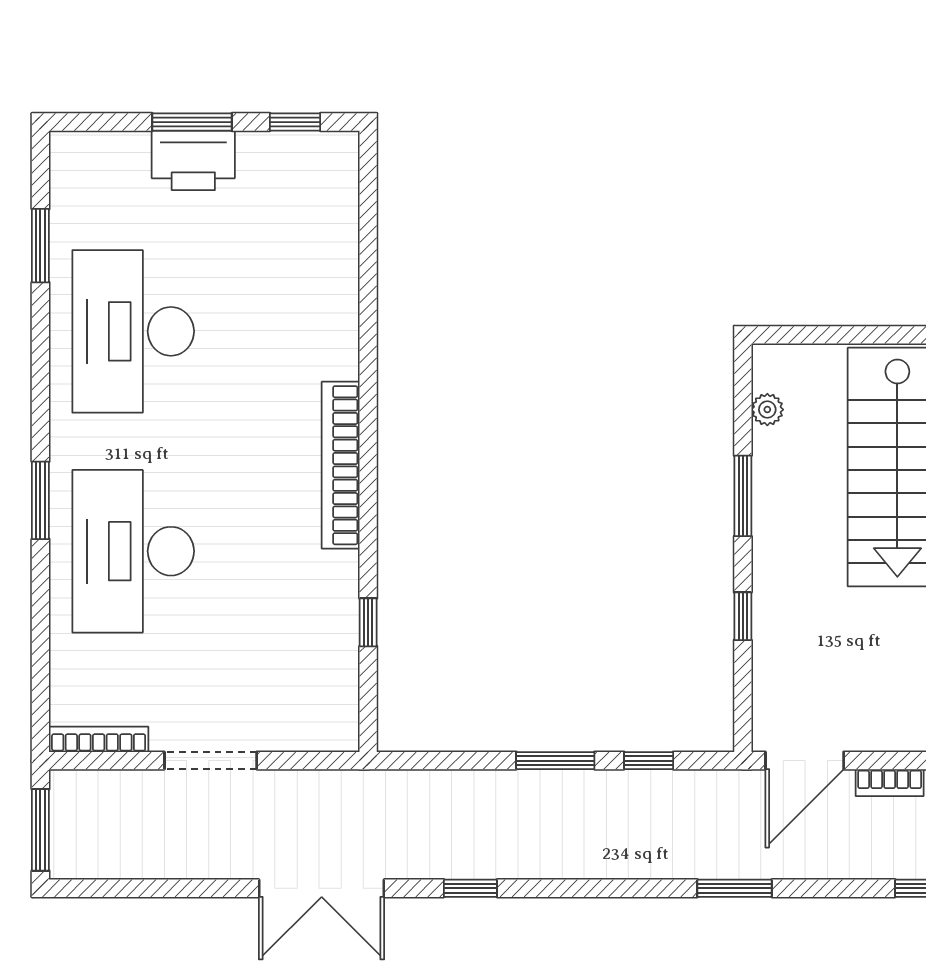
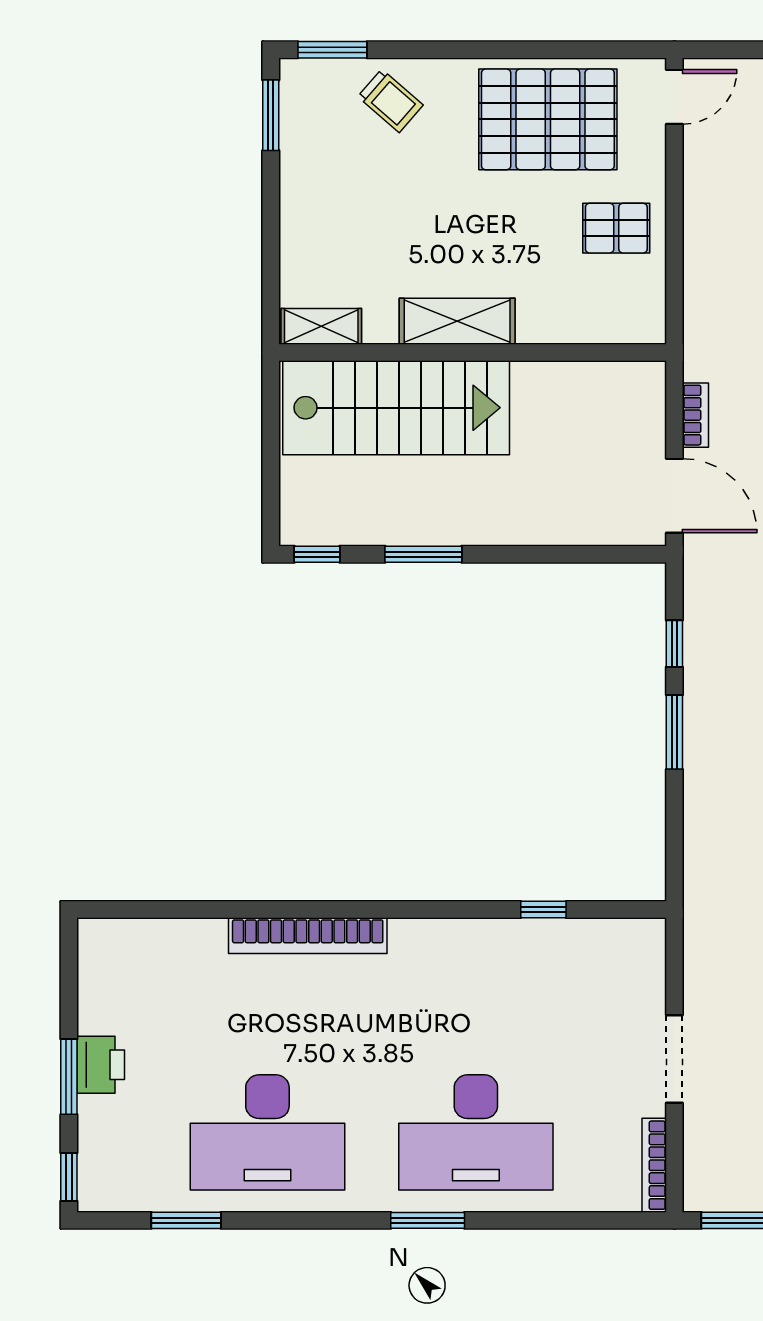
window: (295, 122) -> (69, 1177), moved
printer: (193, 160) -> (101, 1065), width x0.73, depth x0.84
plant: (767, 410) -> (342, 531), removed
bookcase: (341, 465) -> (308, 936), moved
window: (743, 616) -> (317, 554), moved

